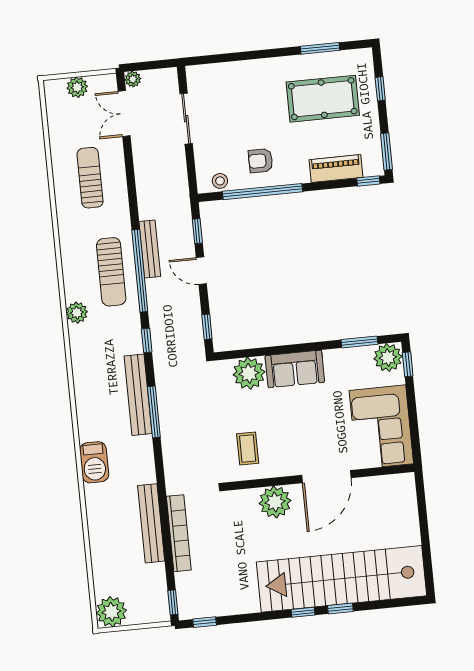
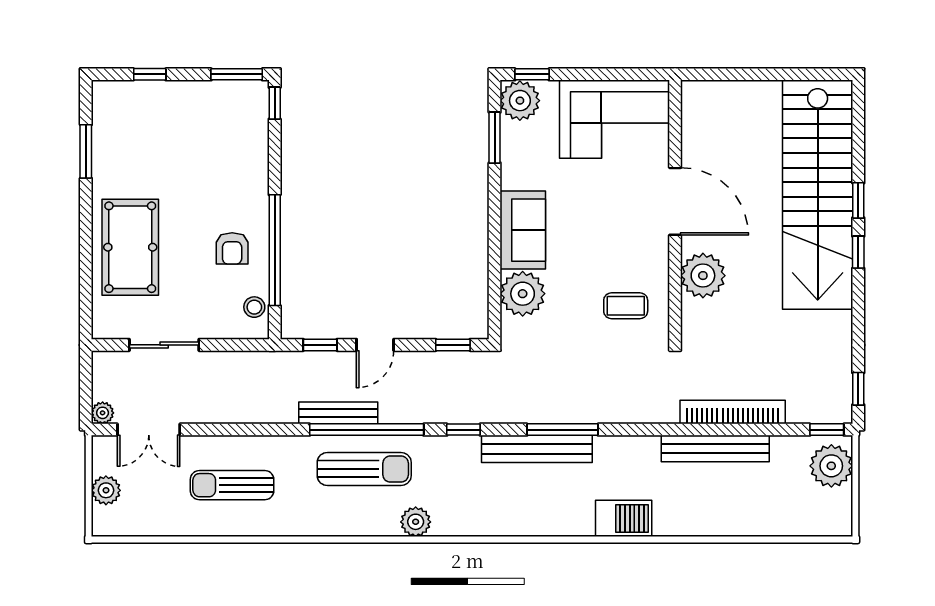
pool table: (323, 99) -> (130, 247), moved
piano: (336, 169) -> (253, 146), removed
plant: (111, 612) -> (831, 466), moved

